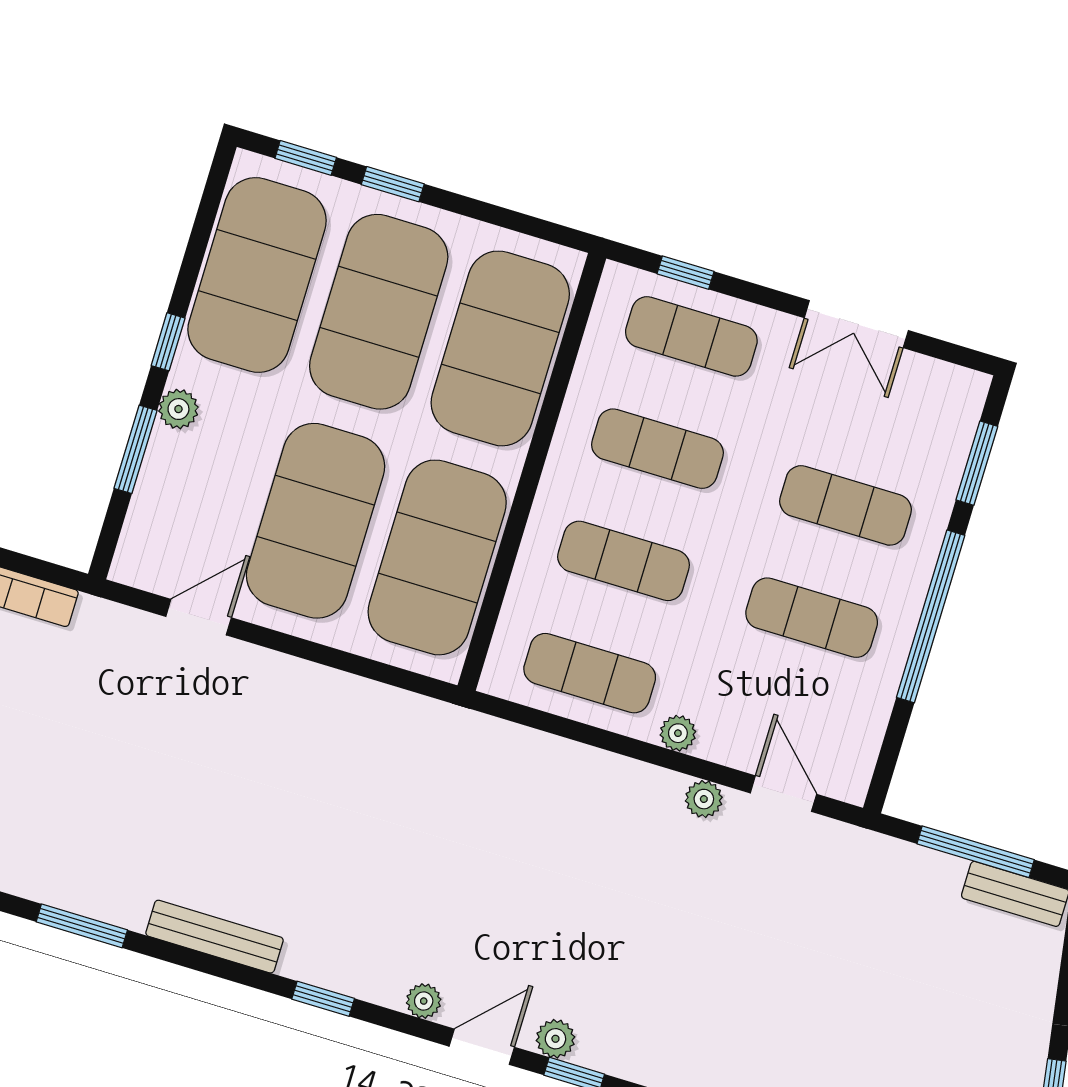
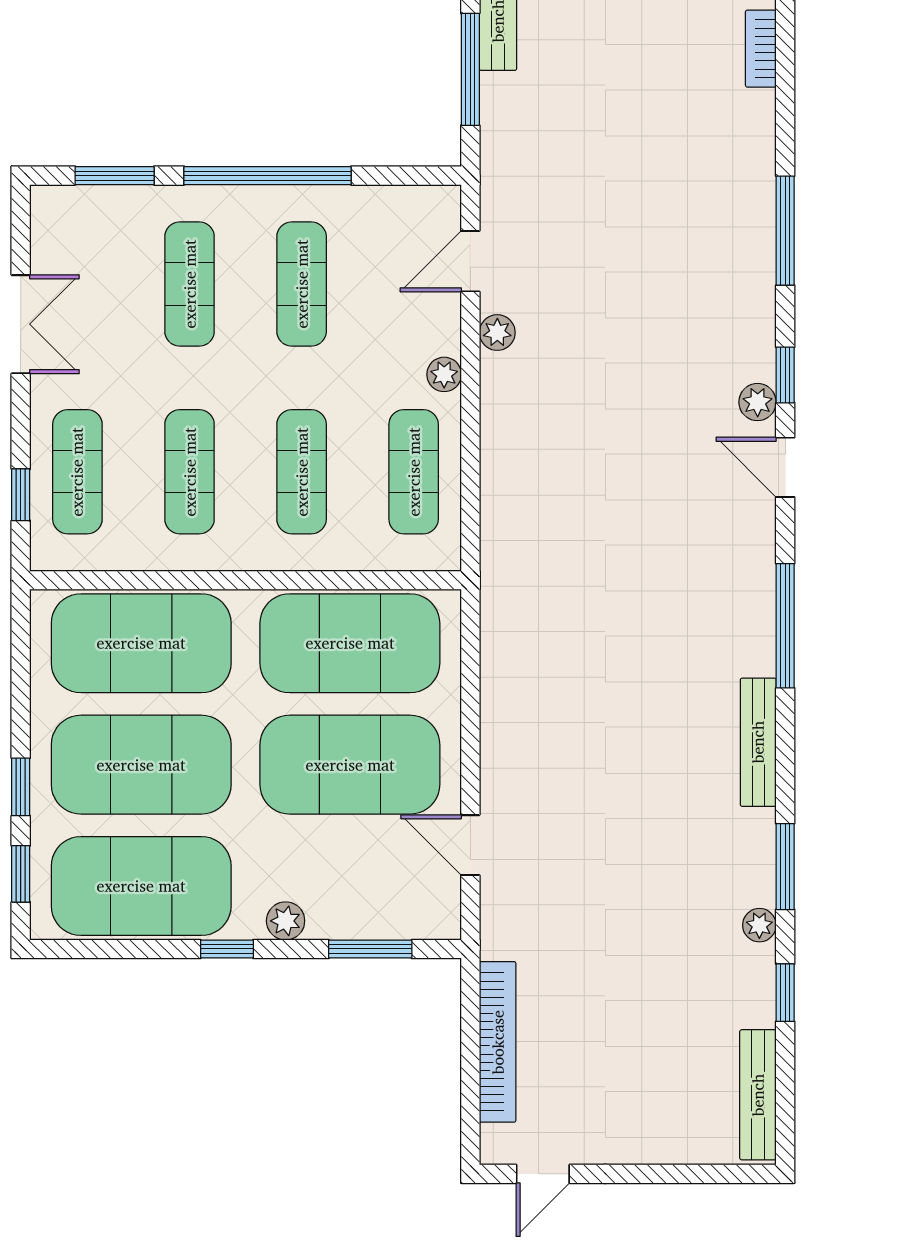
window: (136, 449) -> (370, 949), moved
window: (323, 999) -> (785, 626), width x2.17
plant: (424, 1001) -> (759, 925), moved

